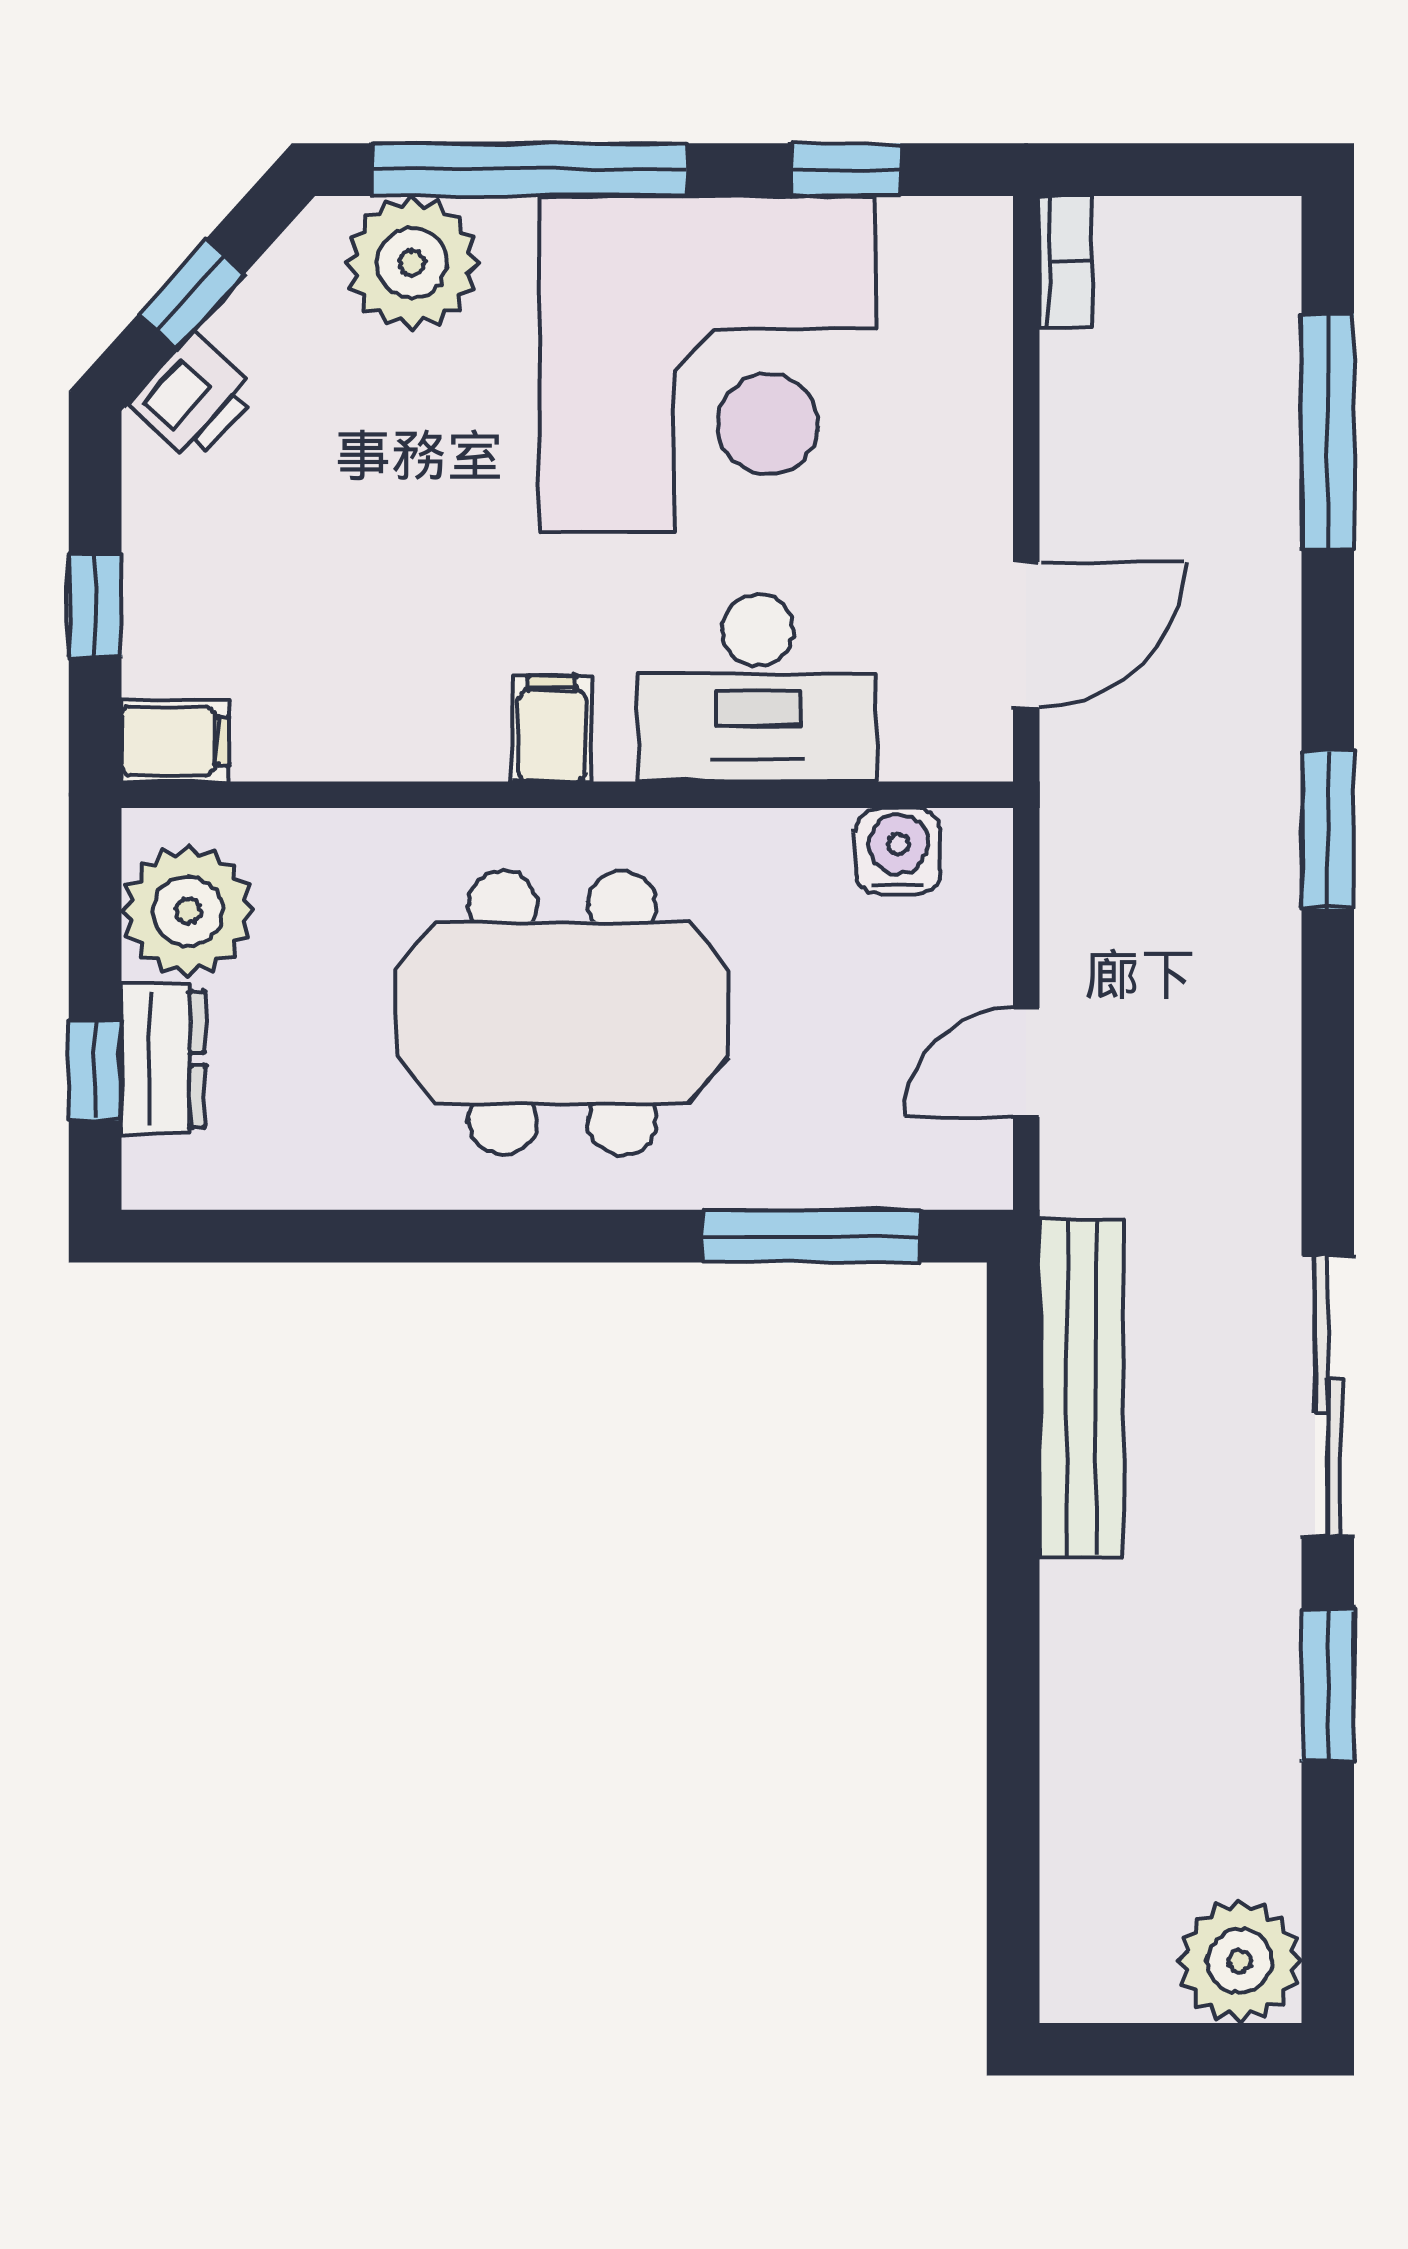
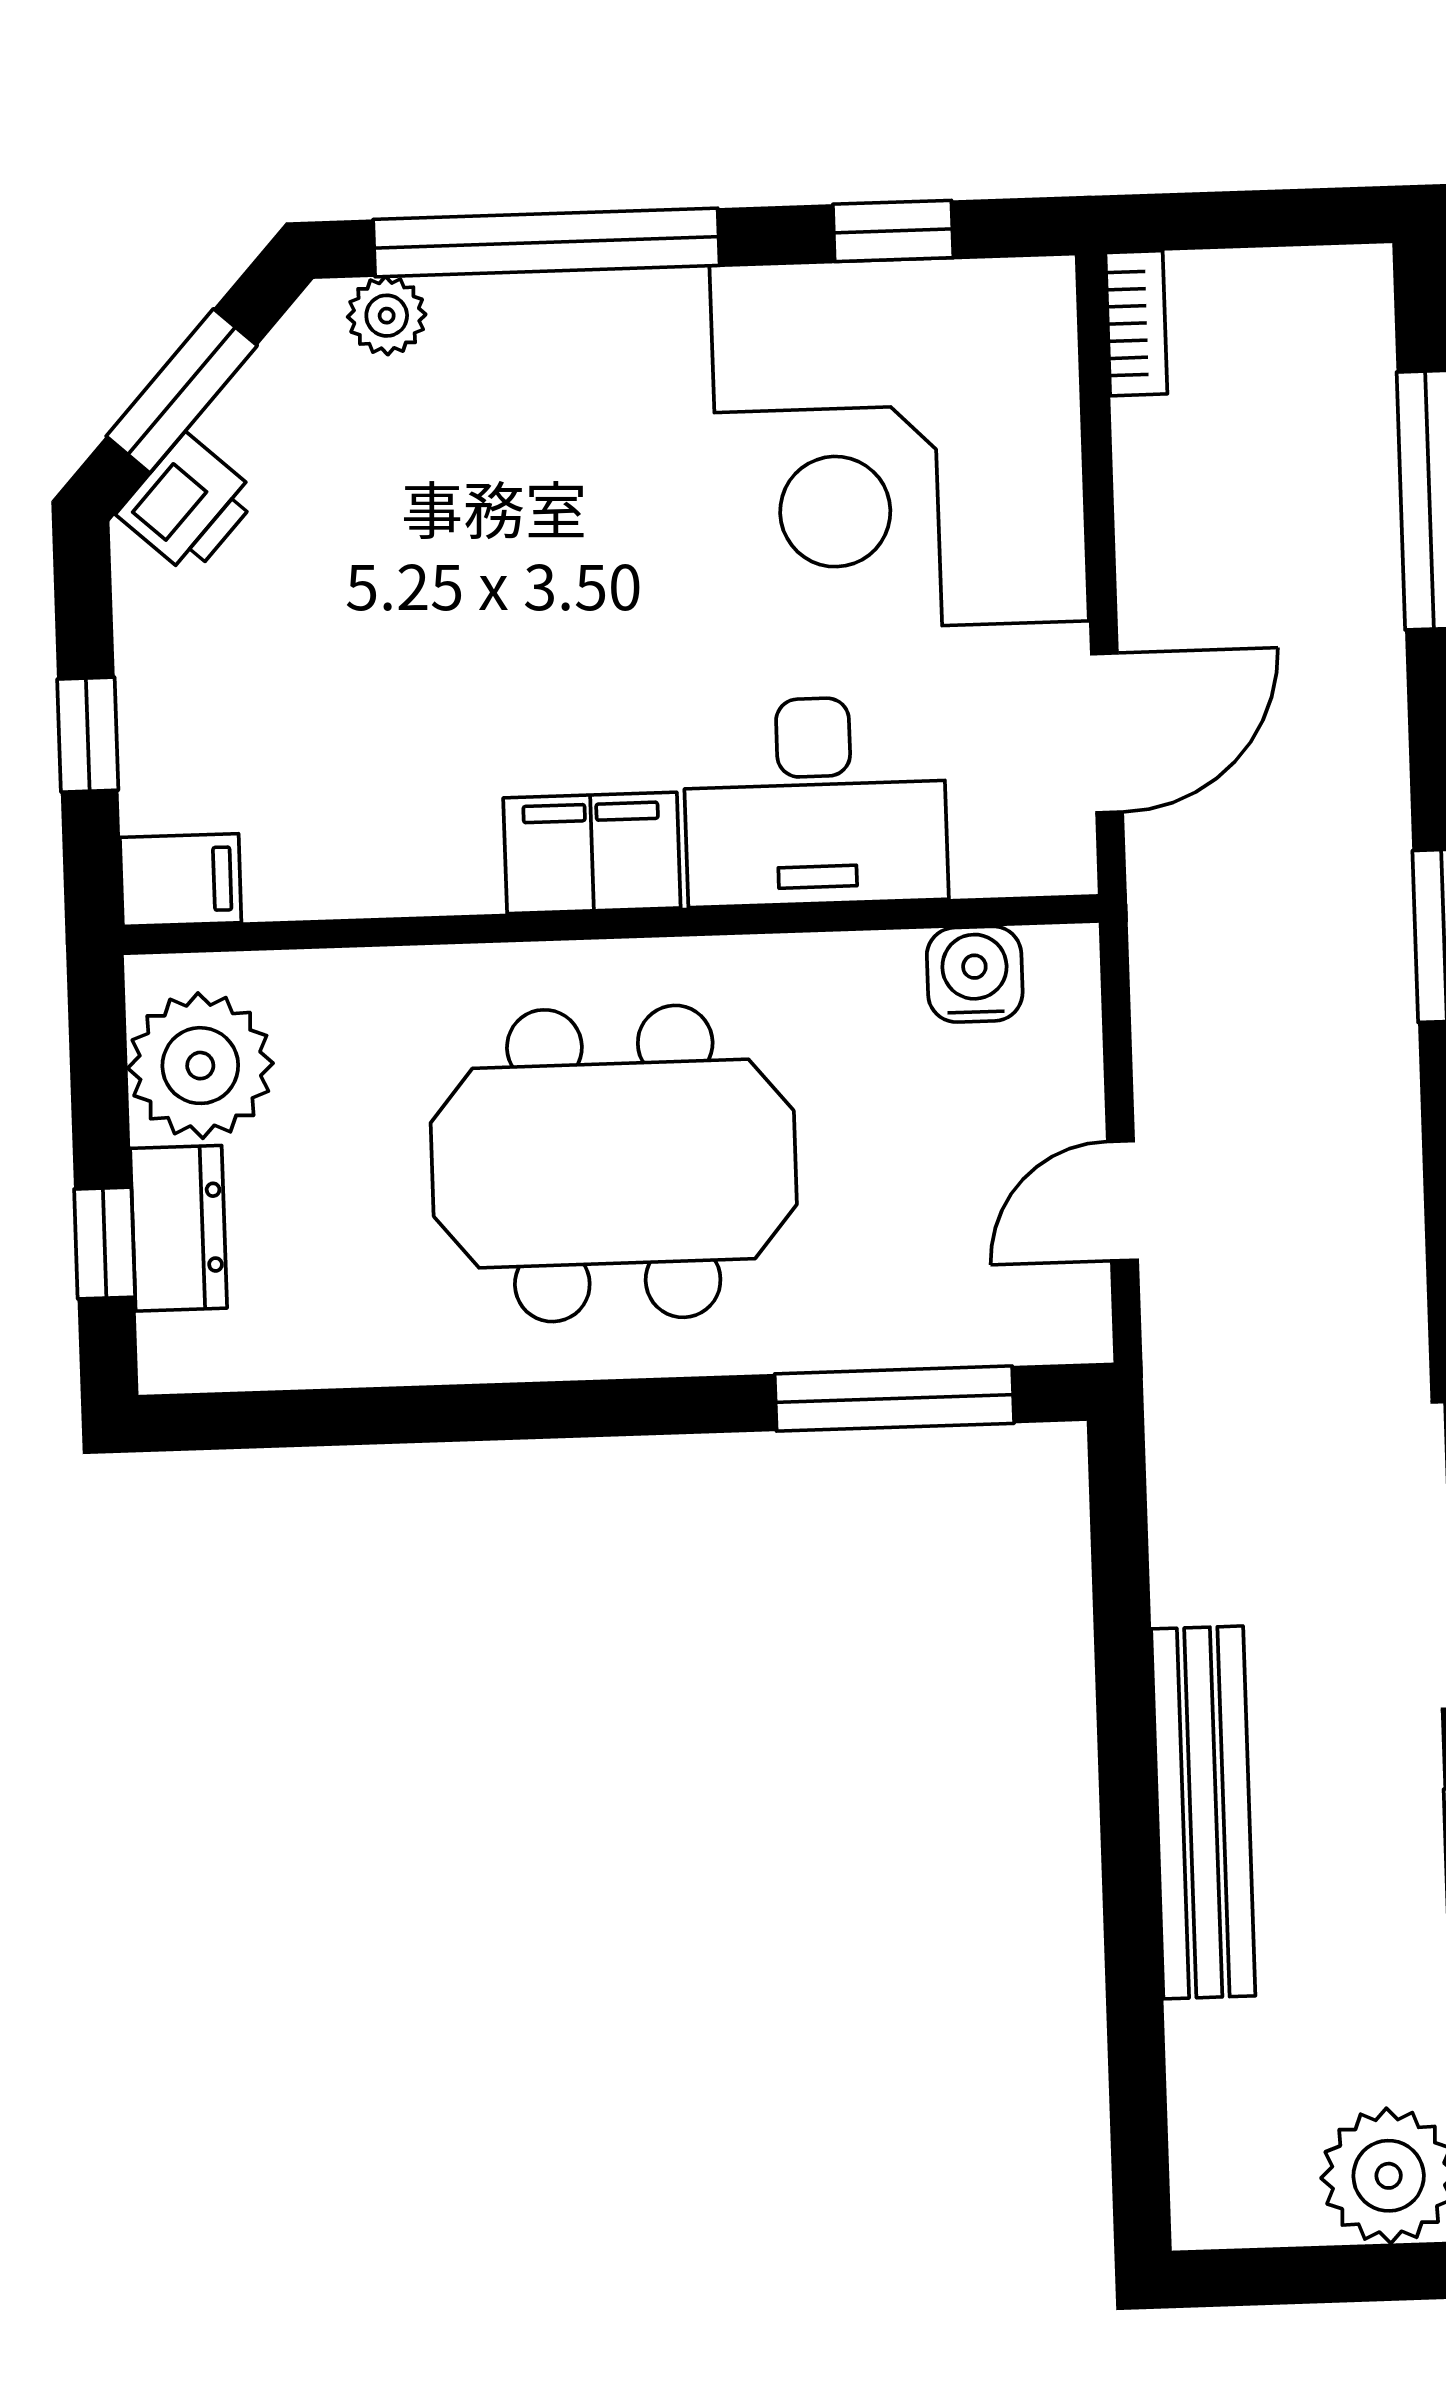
plant: (412, 263) -> (387, 316), width x0.53, depth x0.53
window: (191, 294) -> (182, 391), width x1.50
corner desk: (707, 364) -> (899, 443), moved, turned 90
filing cabinet: (552, 729) -> (592, 853), width x2.00
bench: (1081, 1388) -> (1203, 1812), moved

